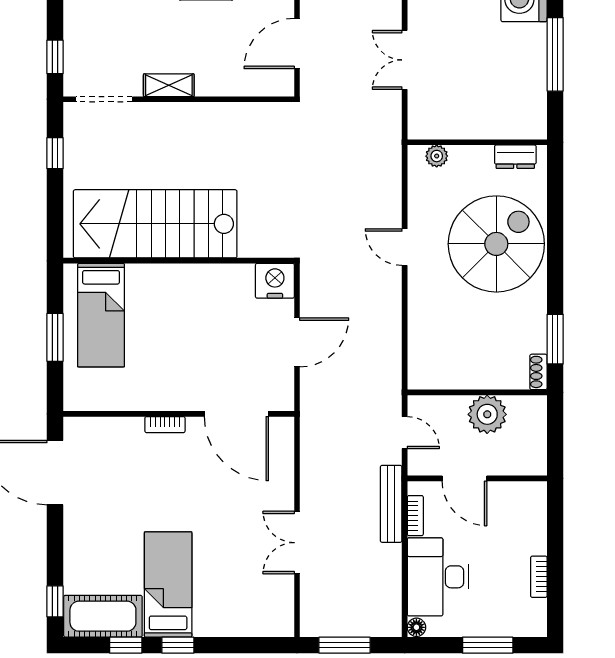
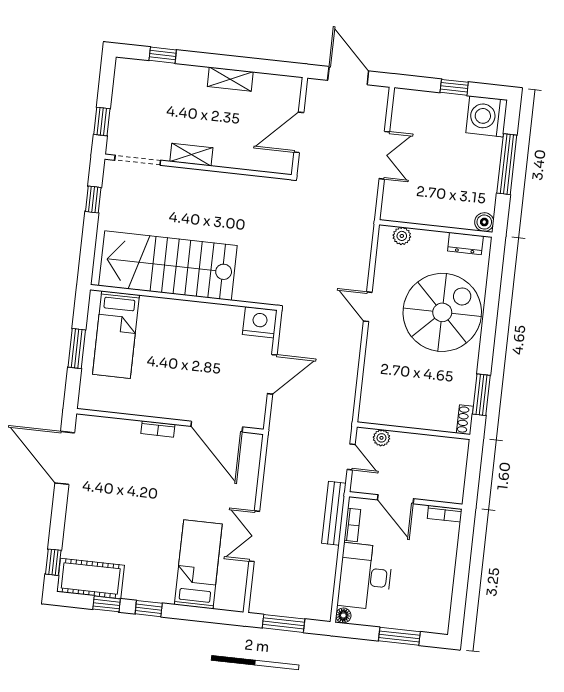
double door: (405, 60) -> (384, 155), swing flipped
boiler: (535, 128) -> (484, 222), added
plant: (487, 414) -> (381, 438), moved, width x0.53, depth x0.53
bookcase: (539, 577) -> (445, 514), moved, turned -90
bed: (168, 584) -> (198, 564), moved

